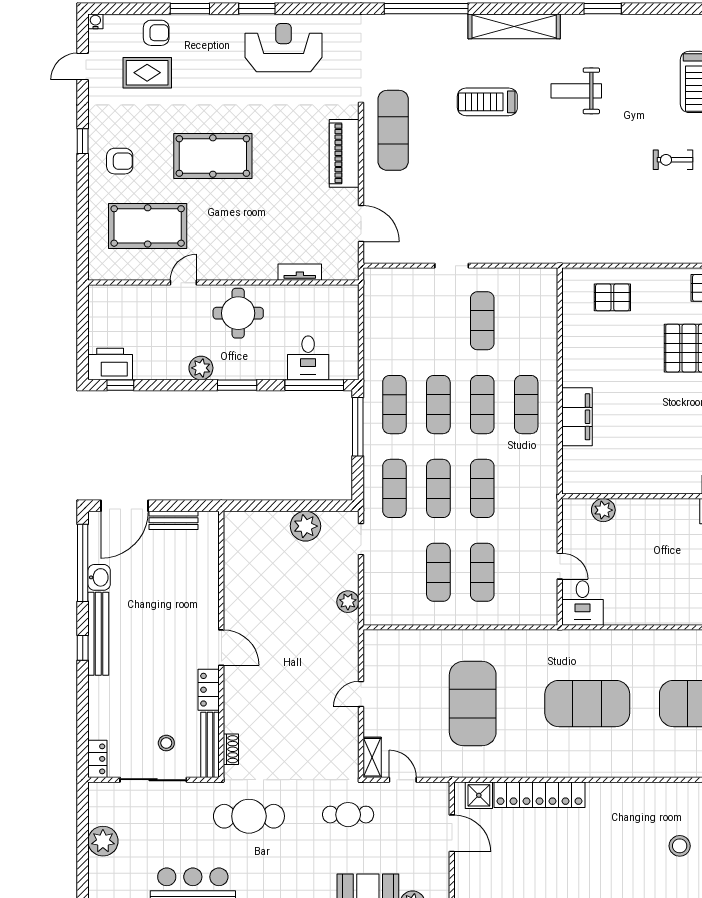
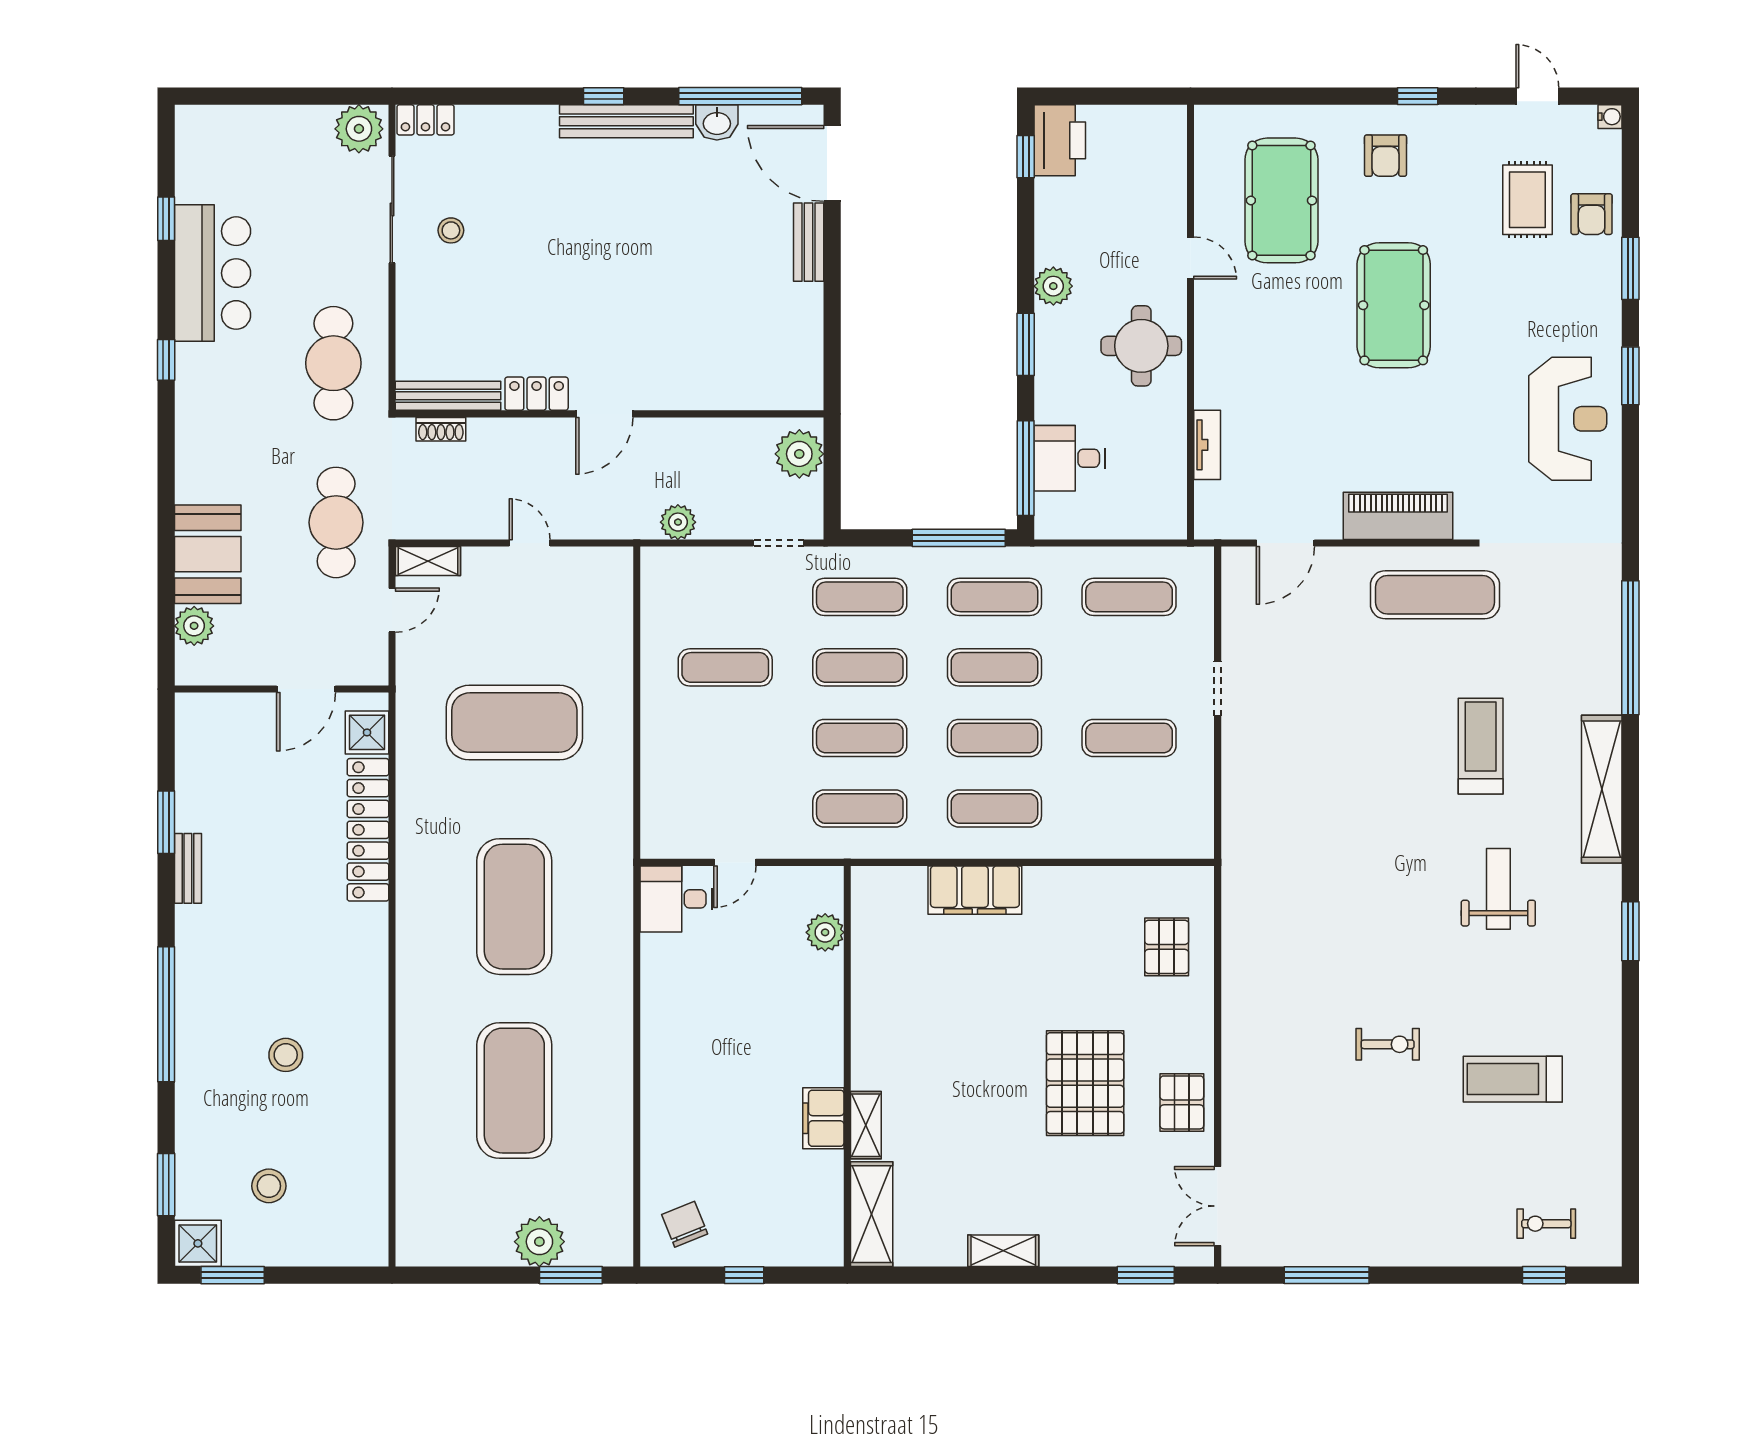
exercise bike: (673, 160) -> (1388, 1044), turned 90
exercise mat: (394, 321) -> (1129, 597), added
exercise mat: (482, 572) -> (860, 808), moved
wall: (221, 644) -> (609, 414), moved
door: (221, 648) -> (604, 414), moved
locker: (209, 690) -> (537, 394), moved
bench: (210, 745) -> (448, 396), moved
shoe rack: (231, 749) -> (441, 429), moved
cafe table: (348, 815) -> (336, 522), width x1.37, depth x1.35
plant: (103, 841) -> (359, 129), moved

